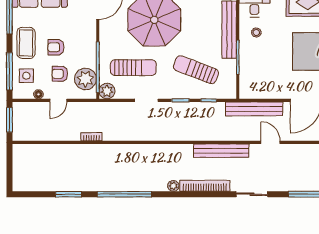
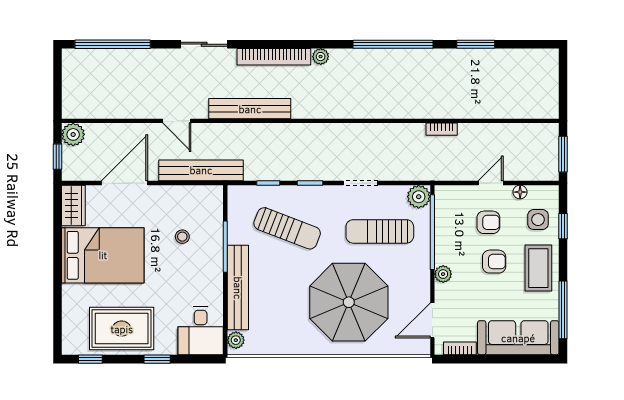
stool: (256, 33) -> (182, 237), moved
window: (9, 71) -> (563, 226), width x0.46
plant: (85, 79) -> (443, 274), moved, width x0.53, depth x0.53

